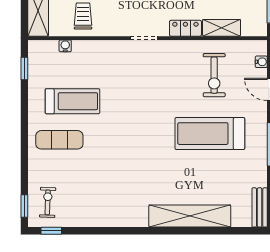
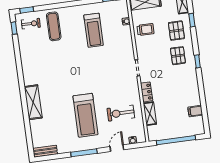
treadmill: (210, 134) -> (85, 115), turned 180
exercise mat: (59, 140) -> (54, 26), moved
shelving: (190, 216) -> (33, 102), width x0.68

